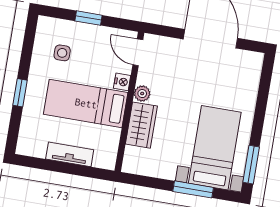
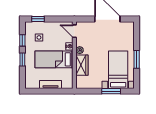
window: (88, 18) -> (38, 19), moved
window: (27, 53) -> (22, 40), added
window: (251, 165) -> (137, 59), moved

